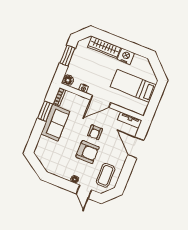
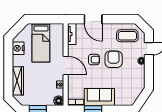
nightstand: (126, 56) -> (18, 48), moved
door: (136, 148) -> (93, 19), hinge flipped

